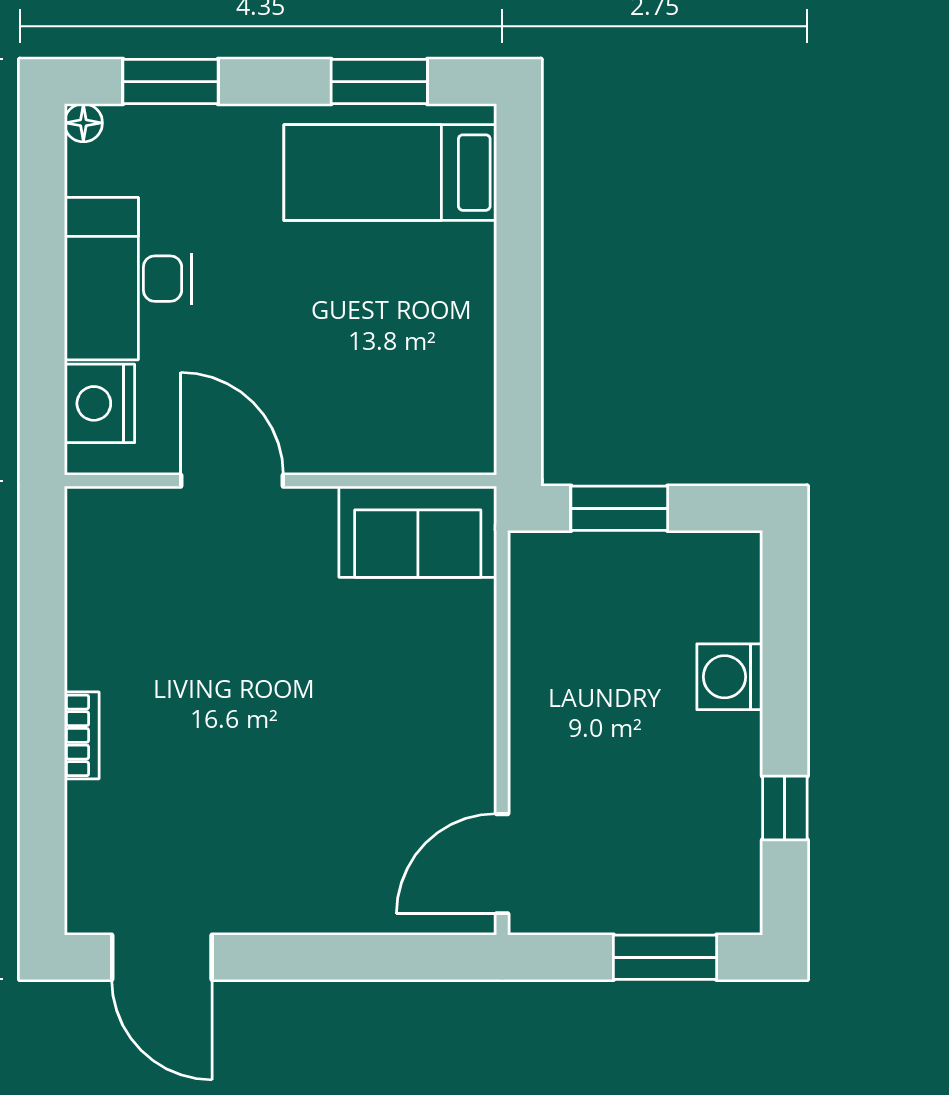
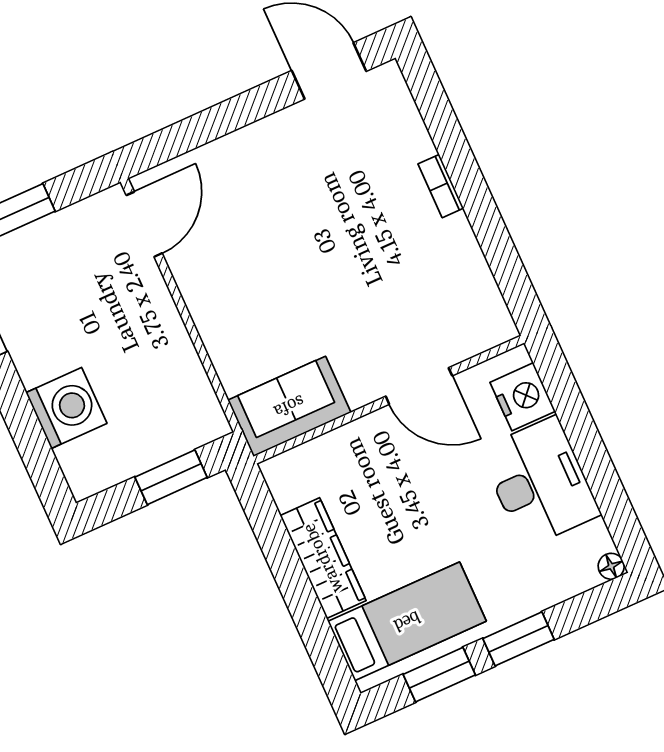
window: (170, 82) -> (518, 639), moved
wardrobe: (464, 308) -> (323, 558), added
washing machine: (730, 677) -> (66, 408), width x1.37, depth x1.37

